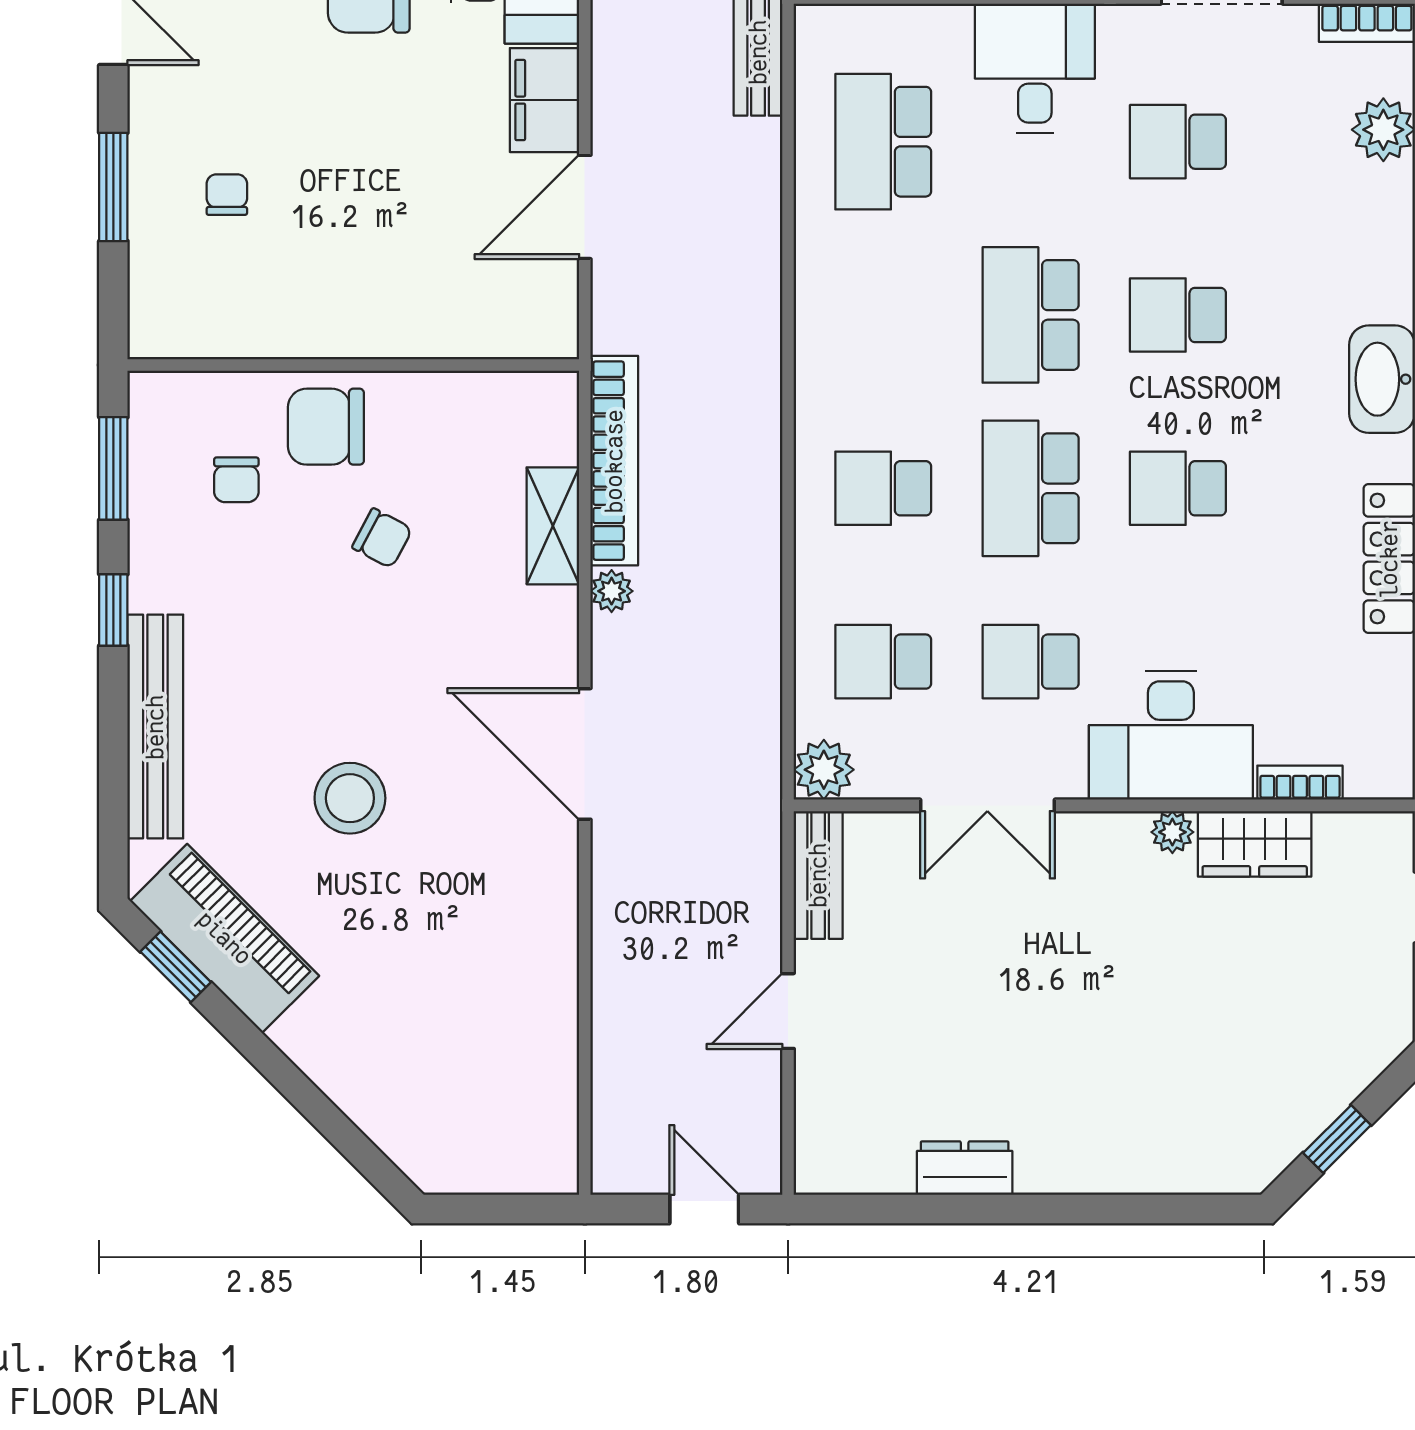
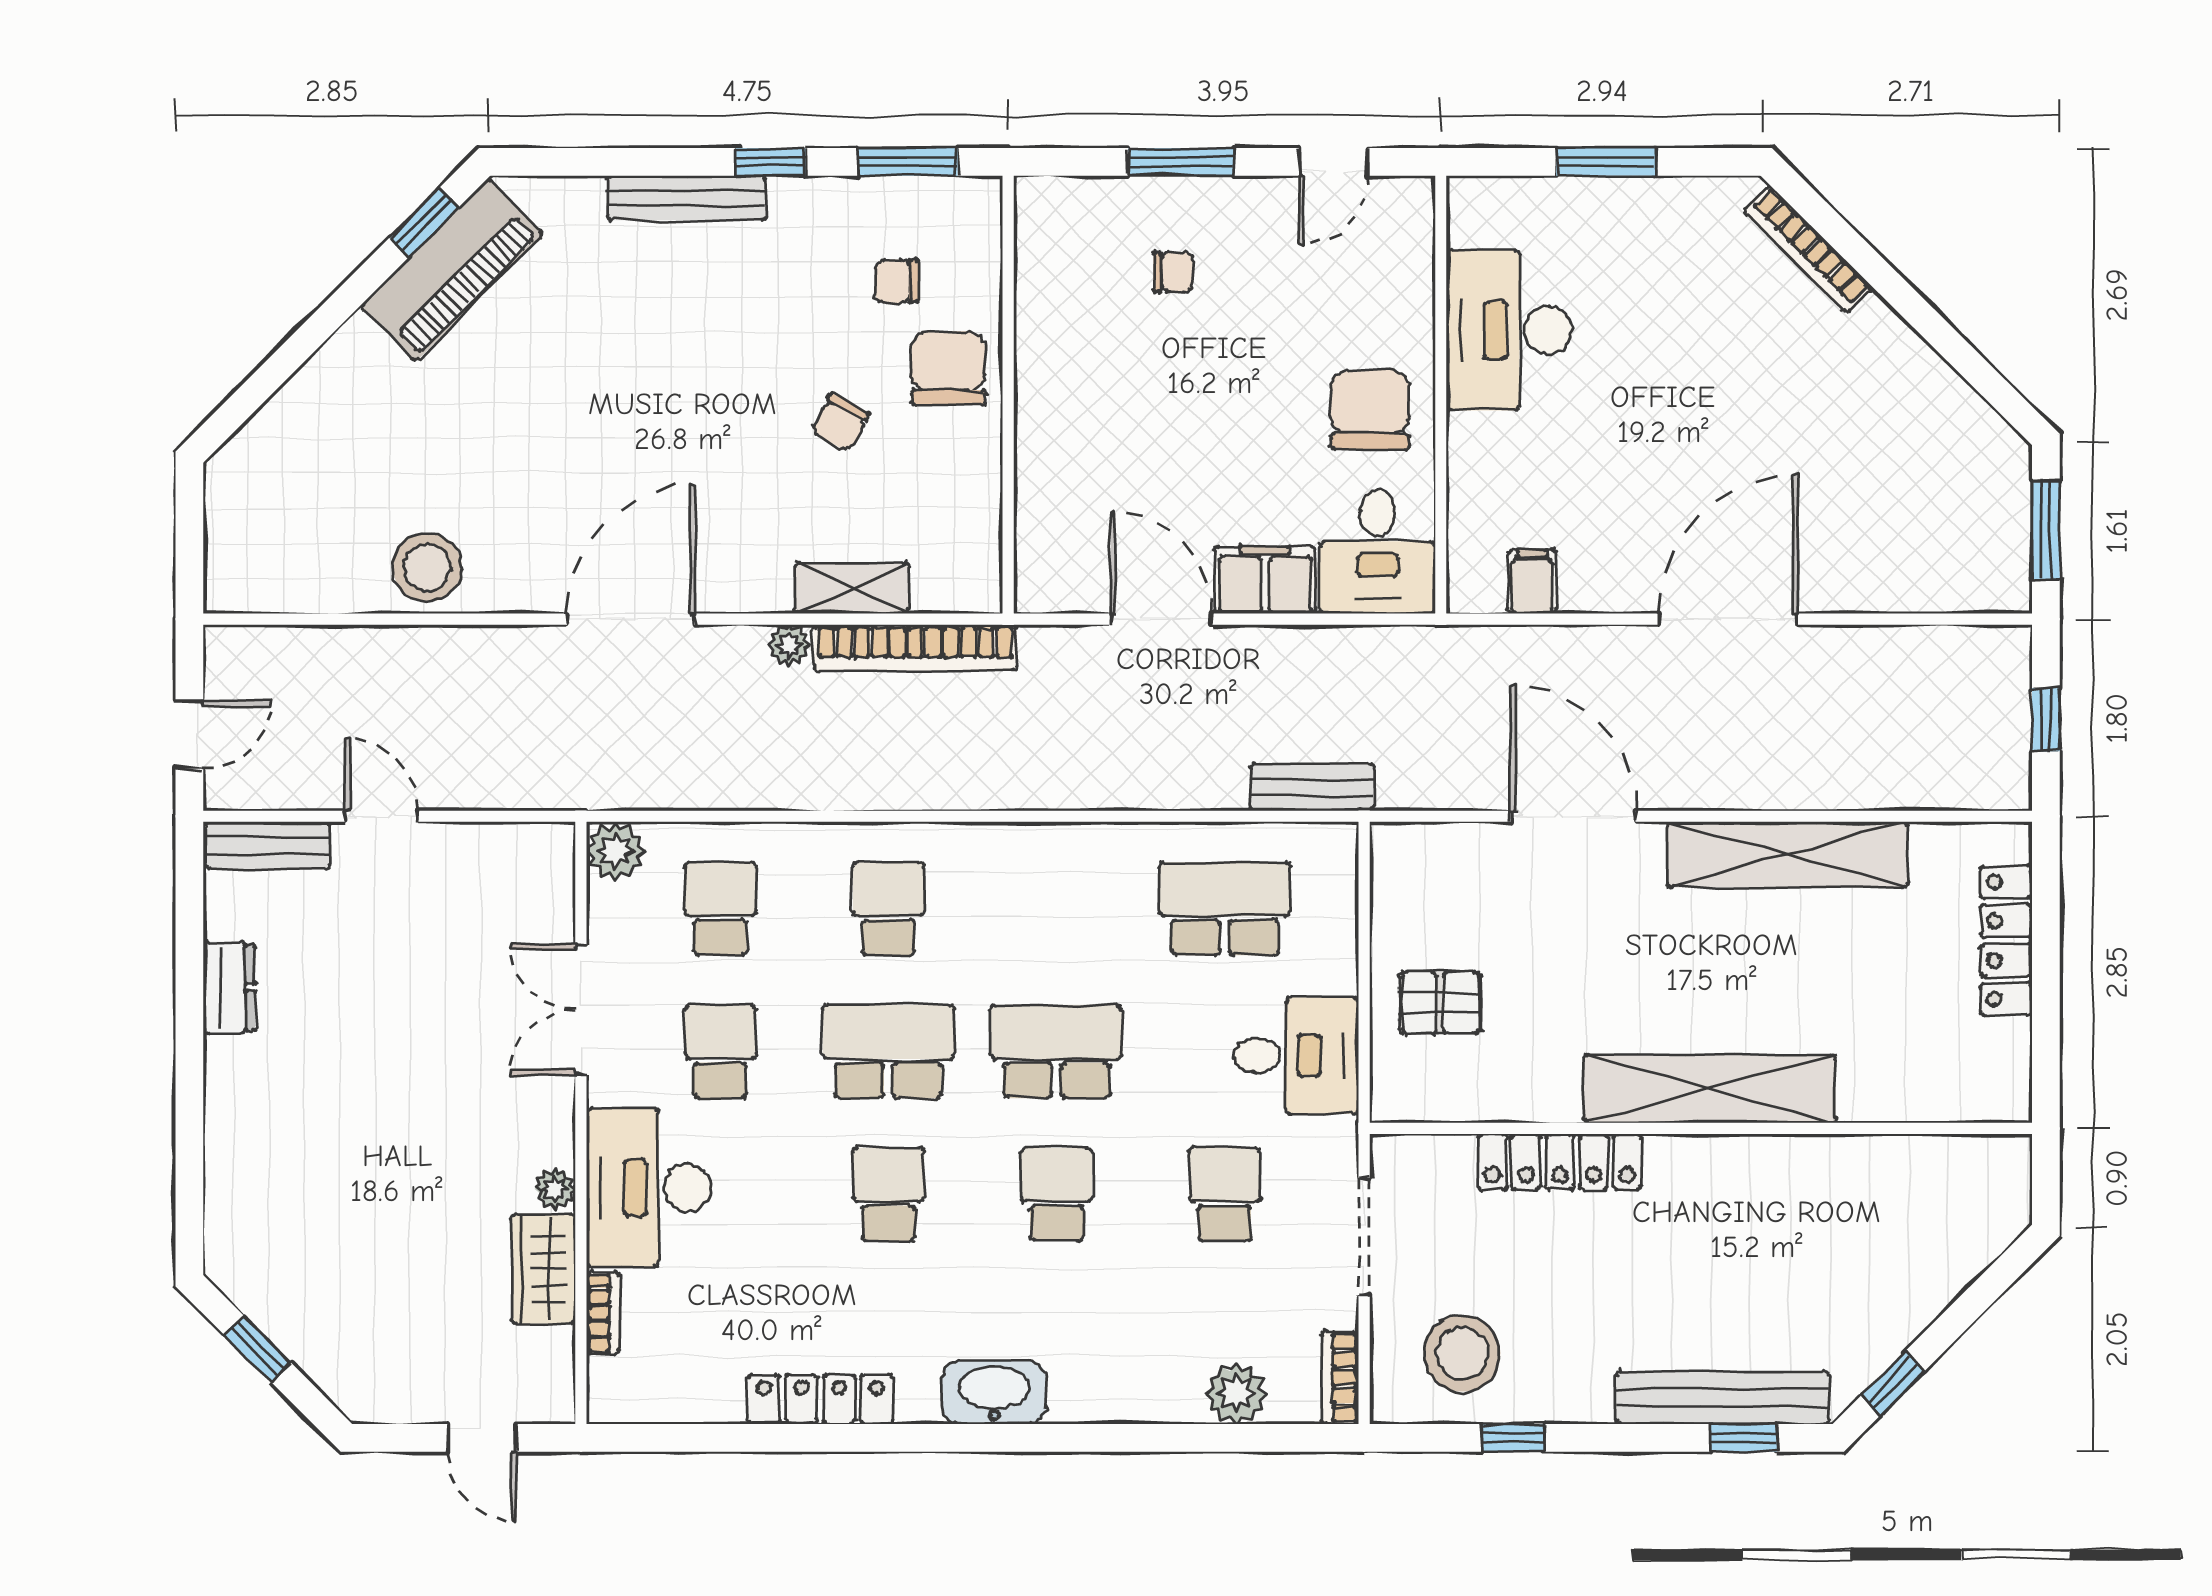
bench: (155, 727) -> (687, 198), width x0.73, depth x0.82
stool: (350, 798) -> (427, 567), moved
bench: (818, 875) -> (268, 845), moved

